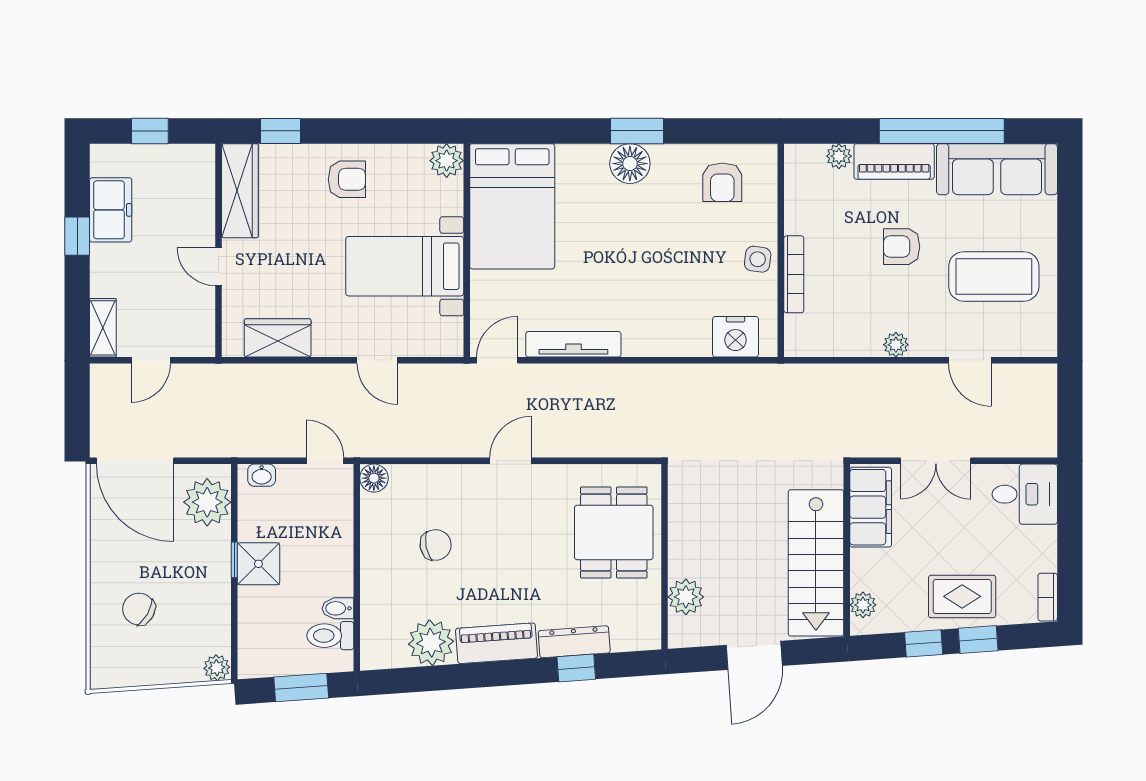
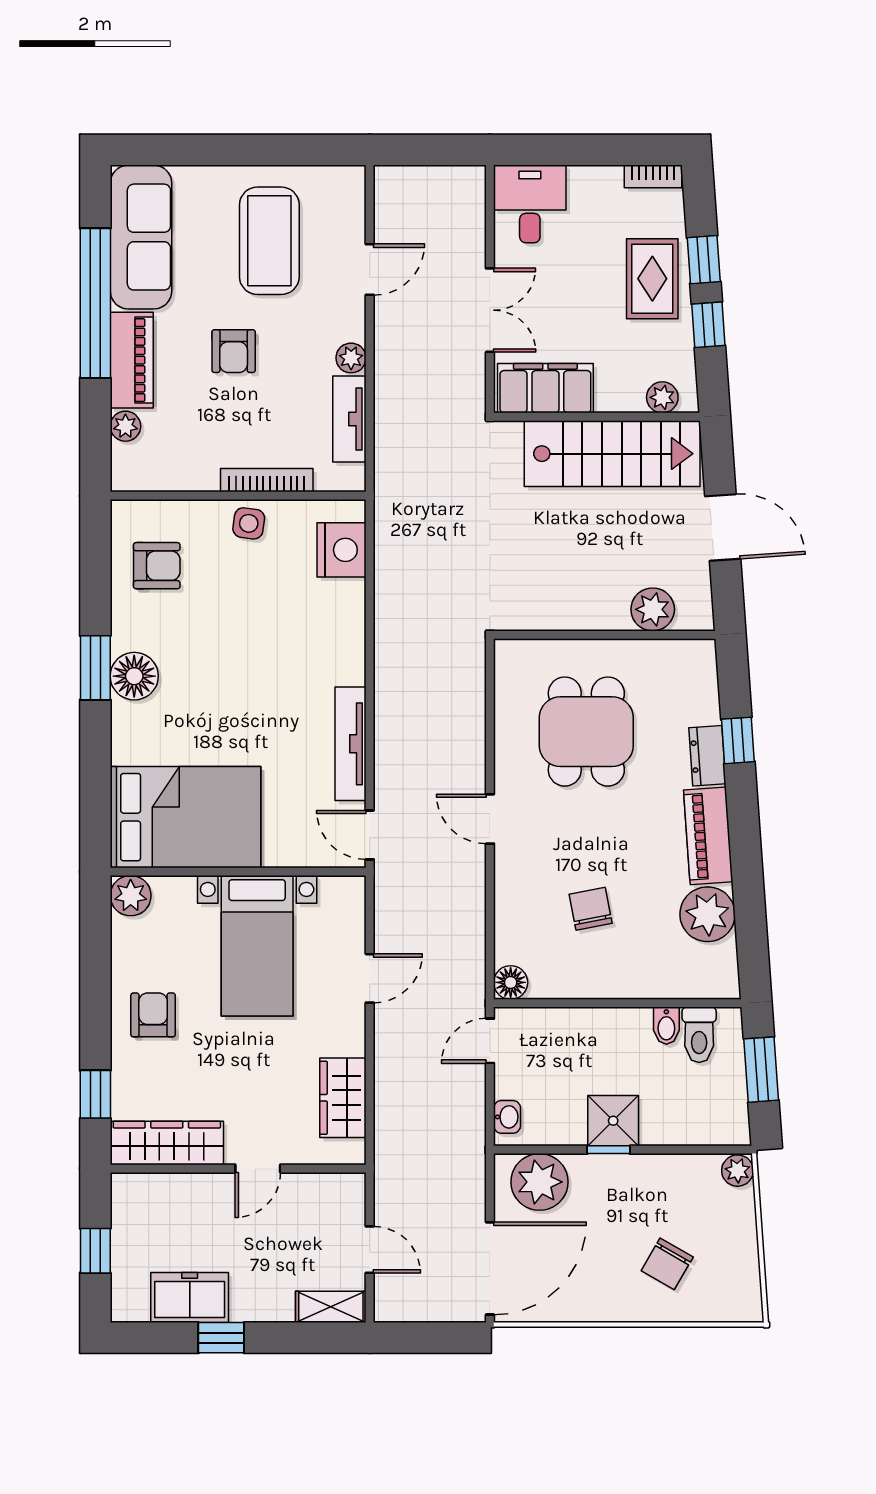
tv unit: (845, 343) -> (349, 419), added
dining table: (614, 532) -> (586, 732), moved, turned 90
dresser: (574, 642) -> (707, 756), width x0.70

